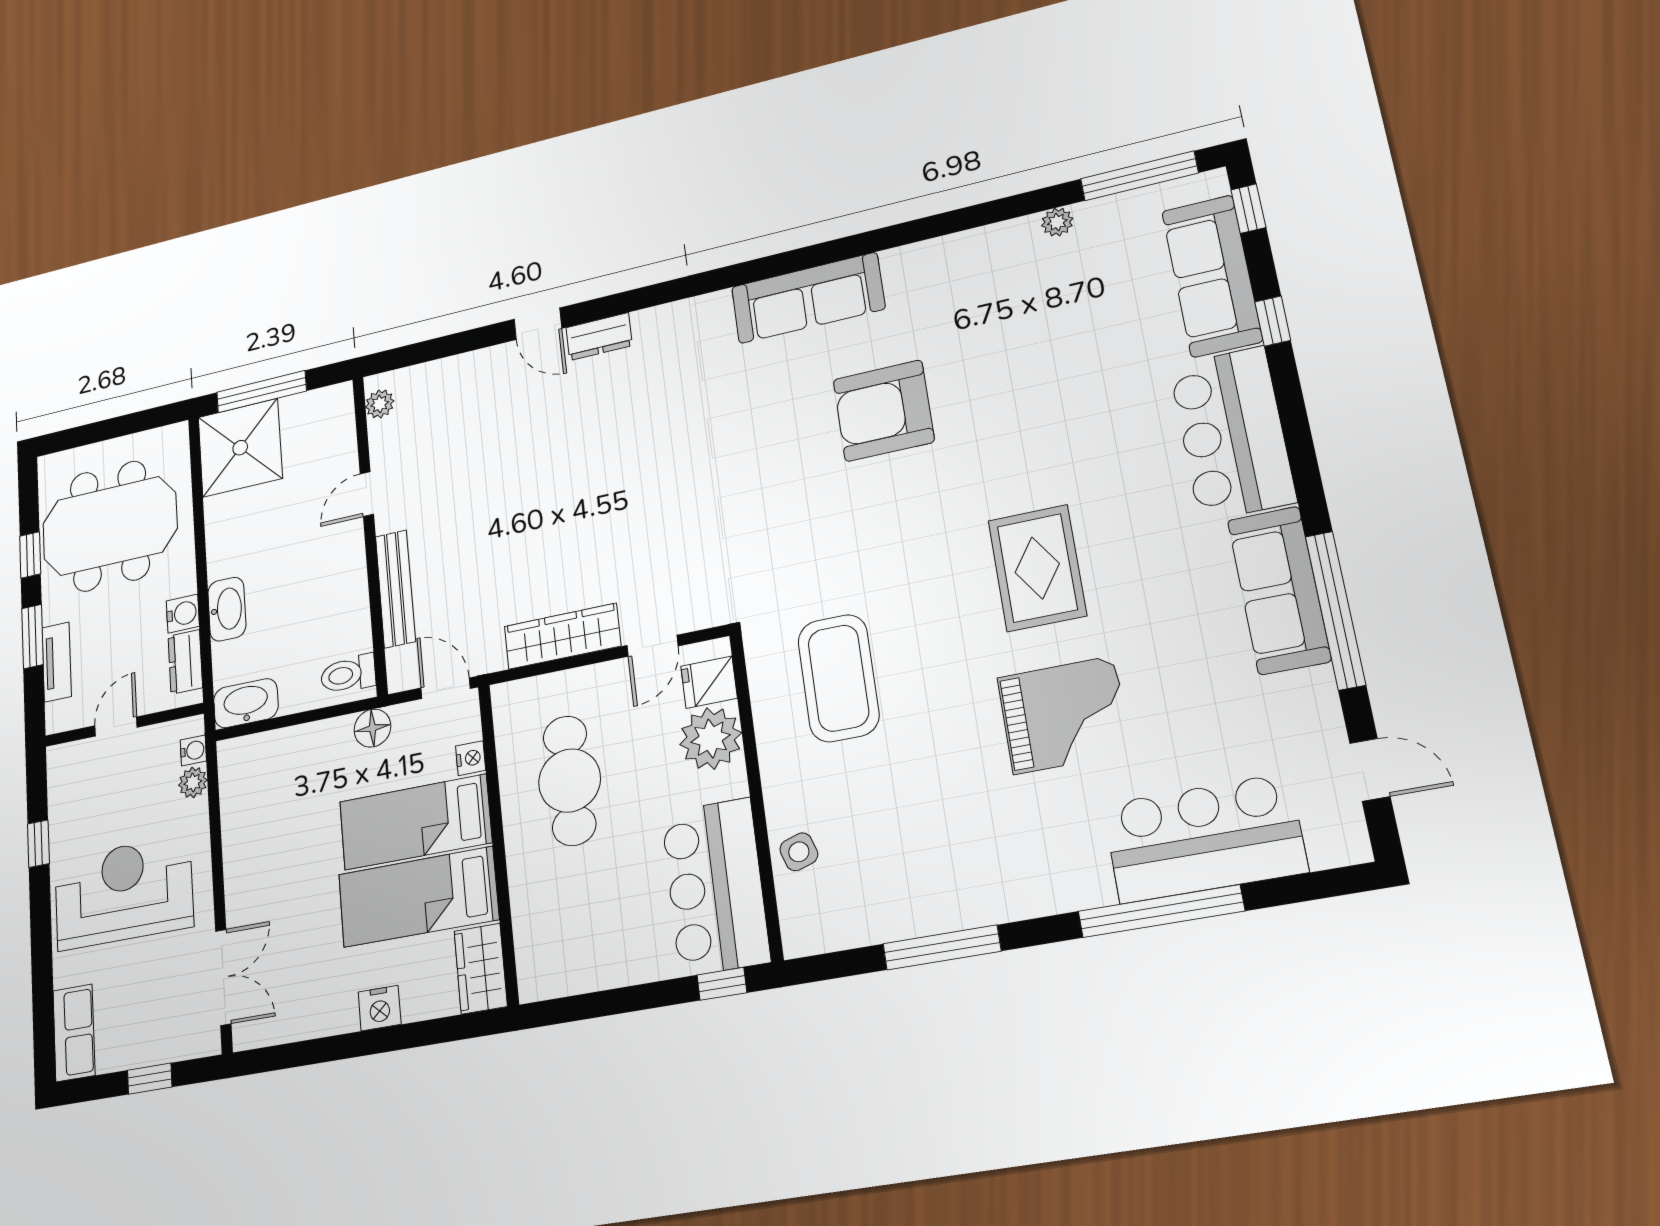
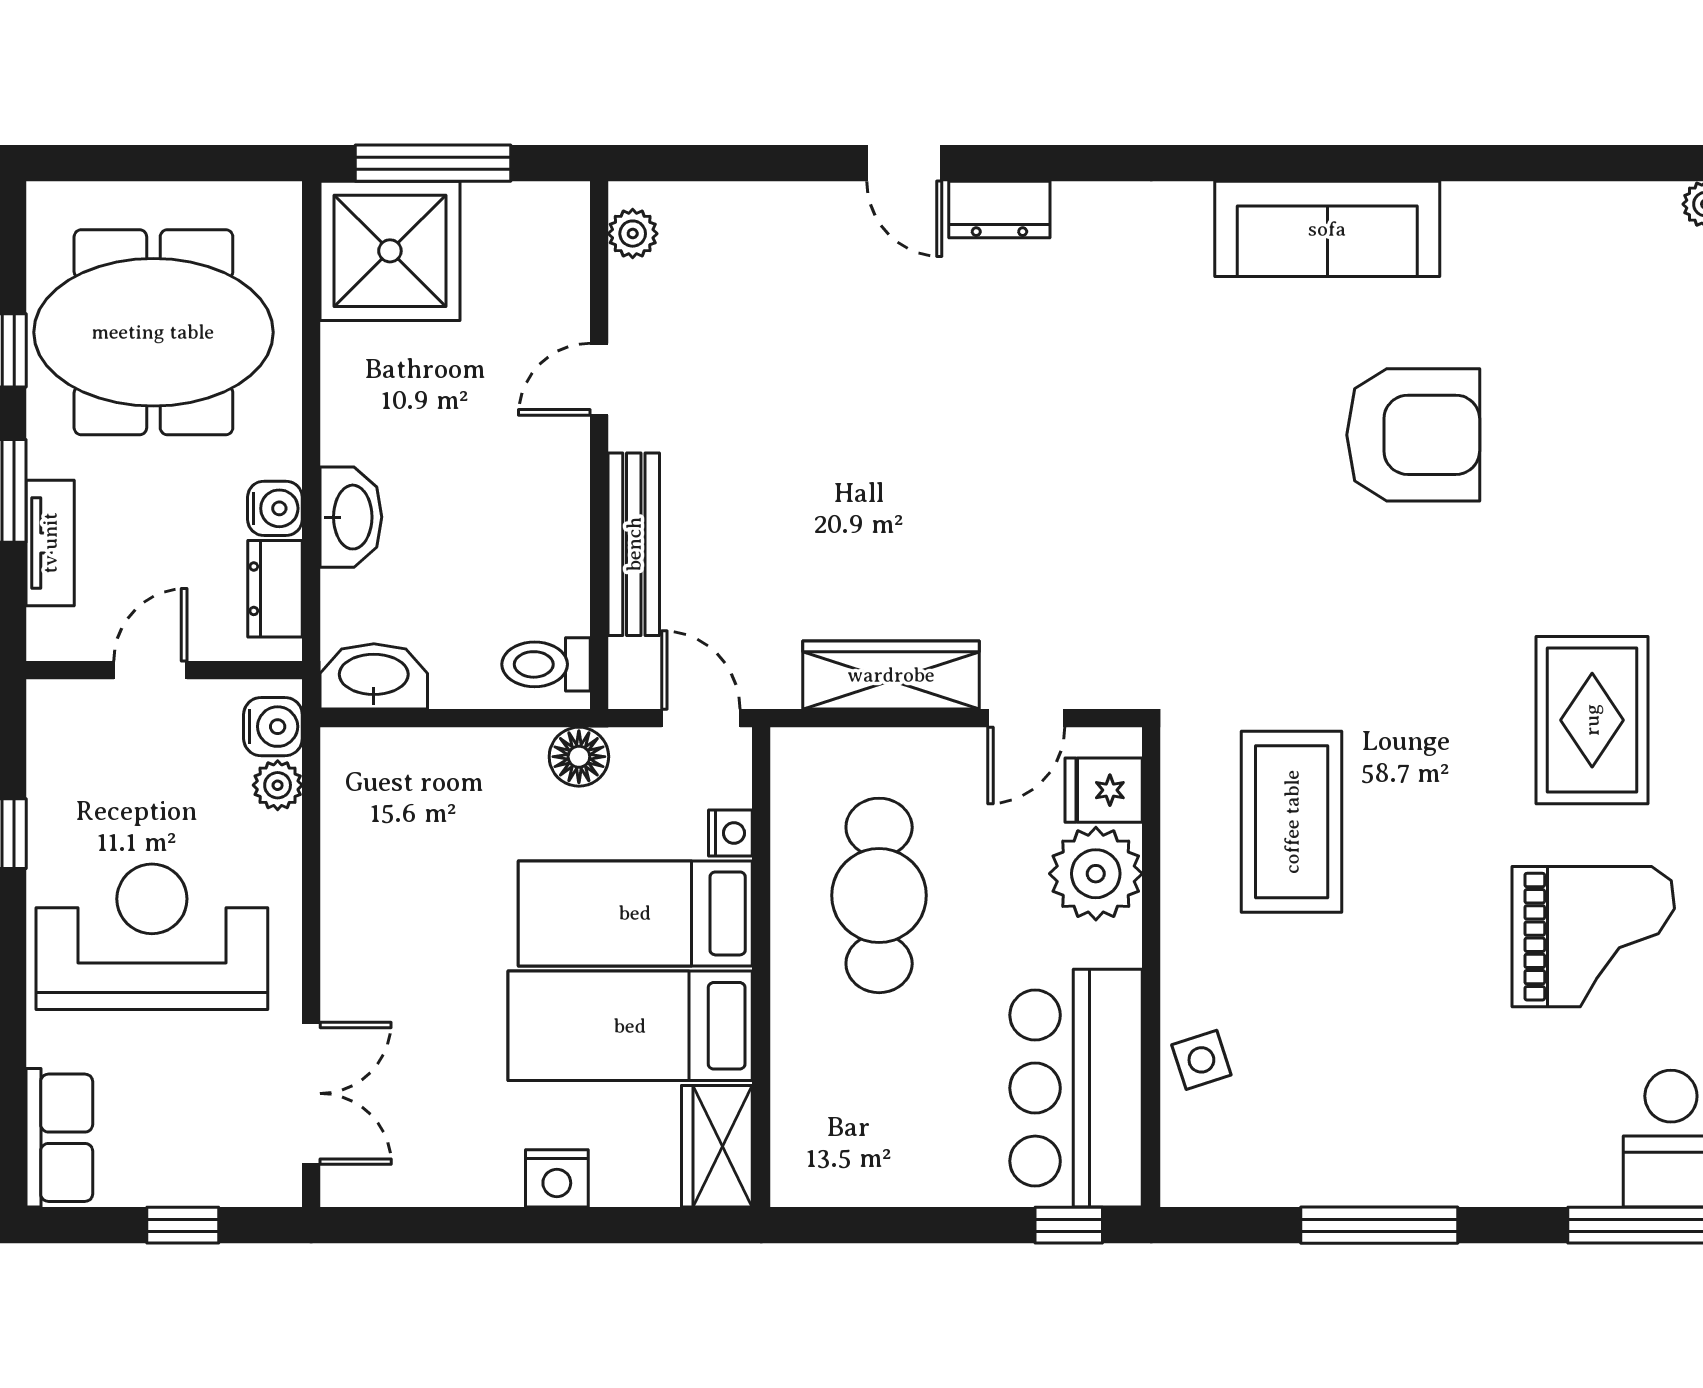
armchair: (884, 411) -> (1413, 435), turned 180
water cooler: (193, 751) -> (273, 727), width x1.38, depth x1.38

